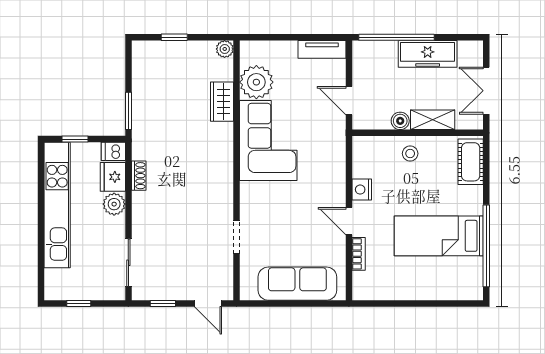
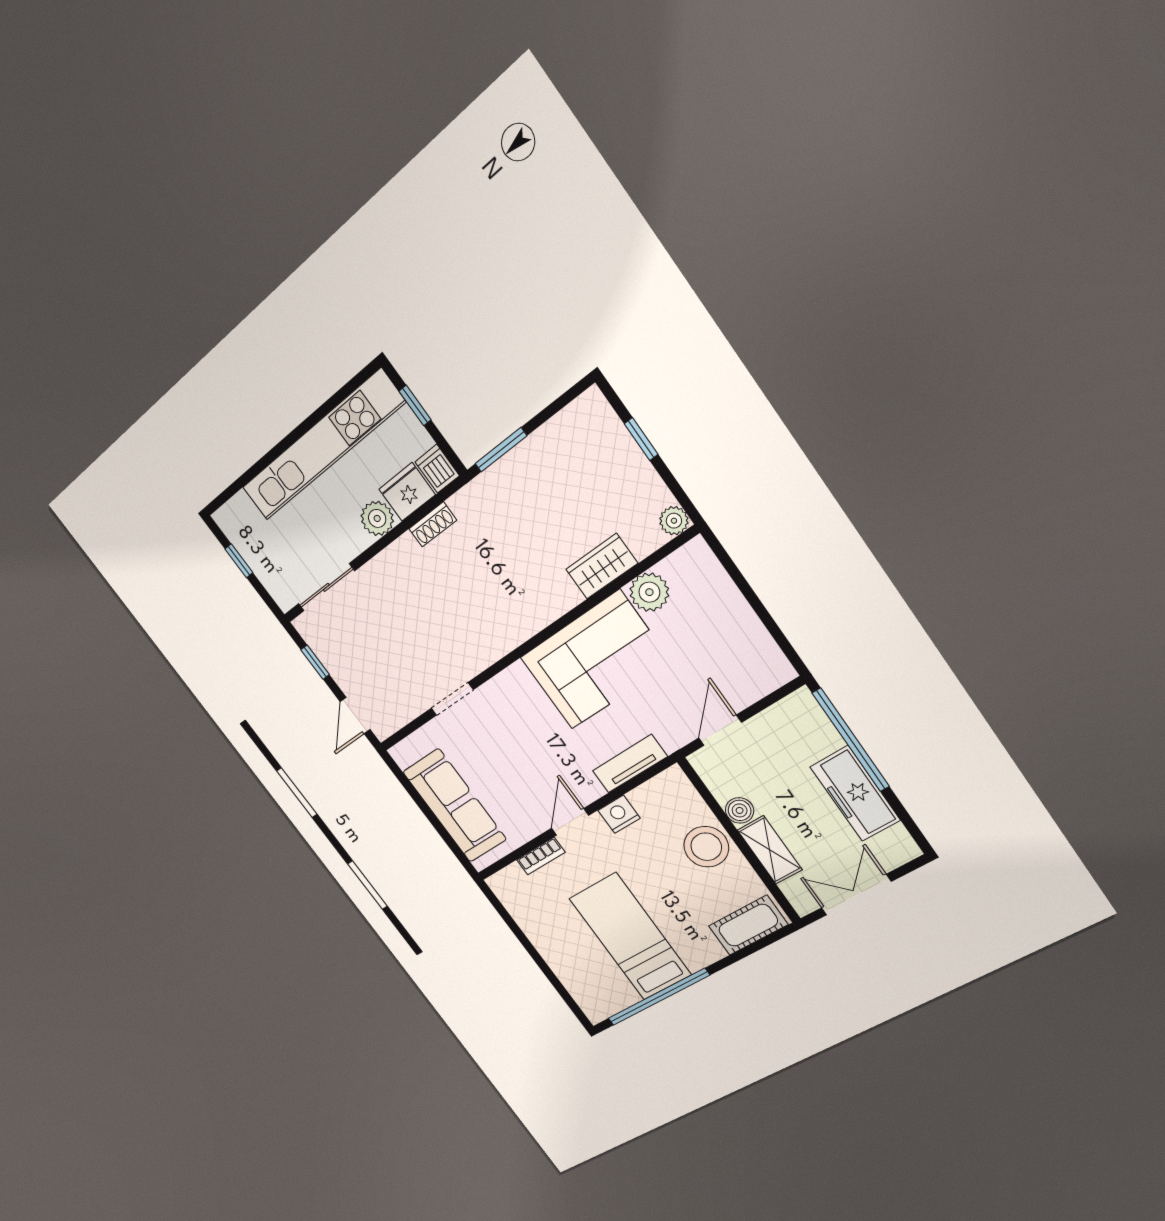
tv unit: (322, 49) -> (630, 764), moved, turned 90
plant: (256, 82) -> (649, 592), width x0.73, depth x0.73
stool: (410, 154) -> (706, 847), width x1.89, depth x1.89

